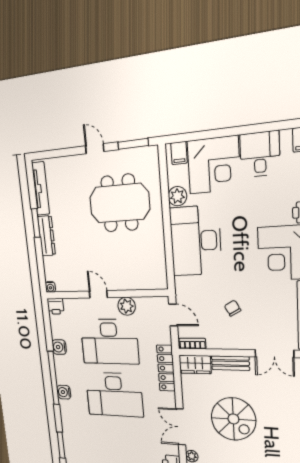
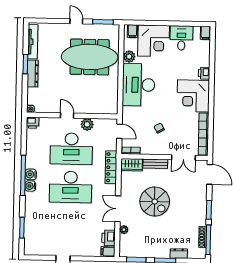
meeting table: (119, 203) -> (90, 57), width x1.36
water cooler: (59, 347) -> (31, 174), moved

